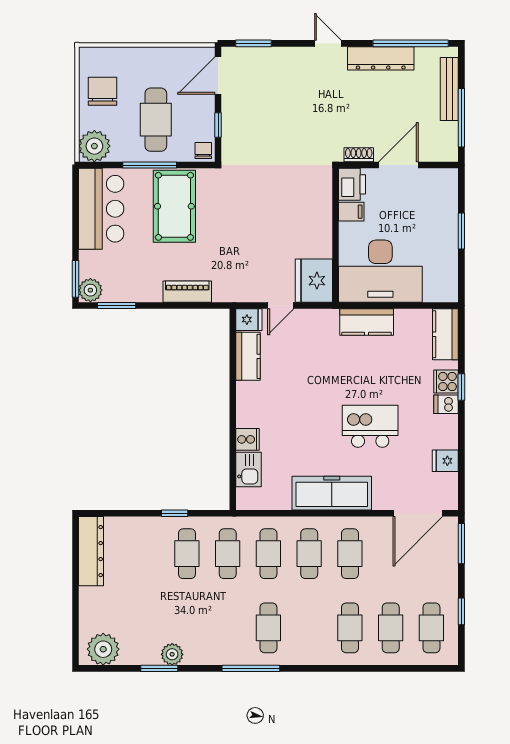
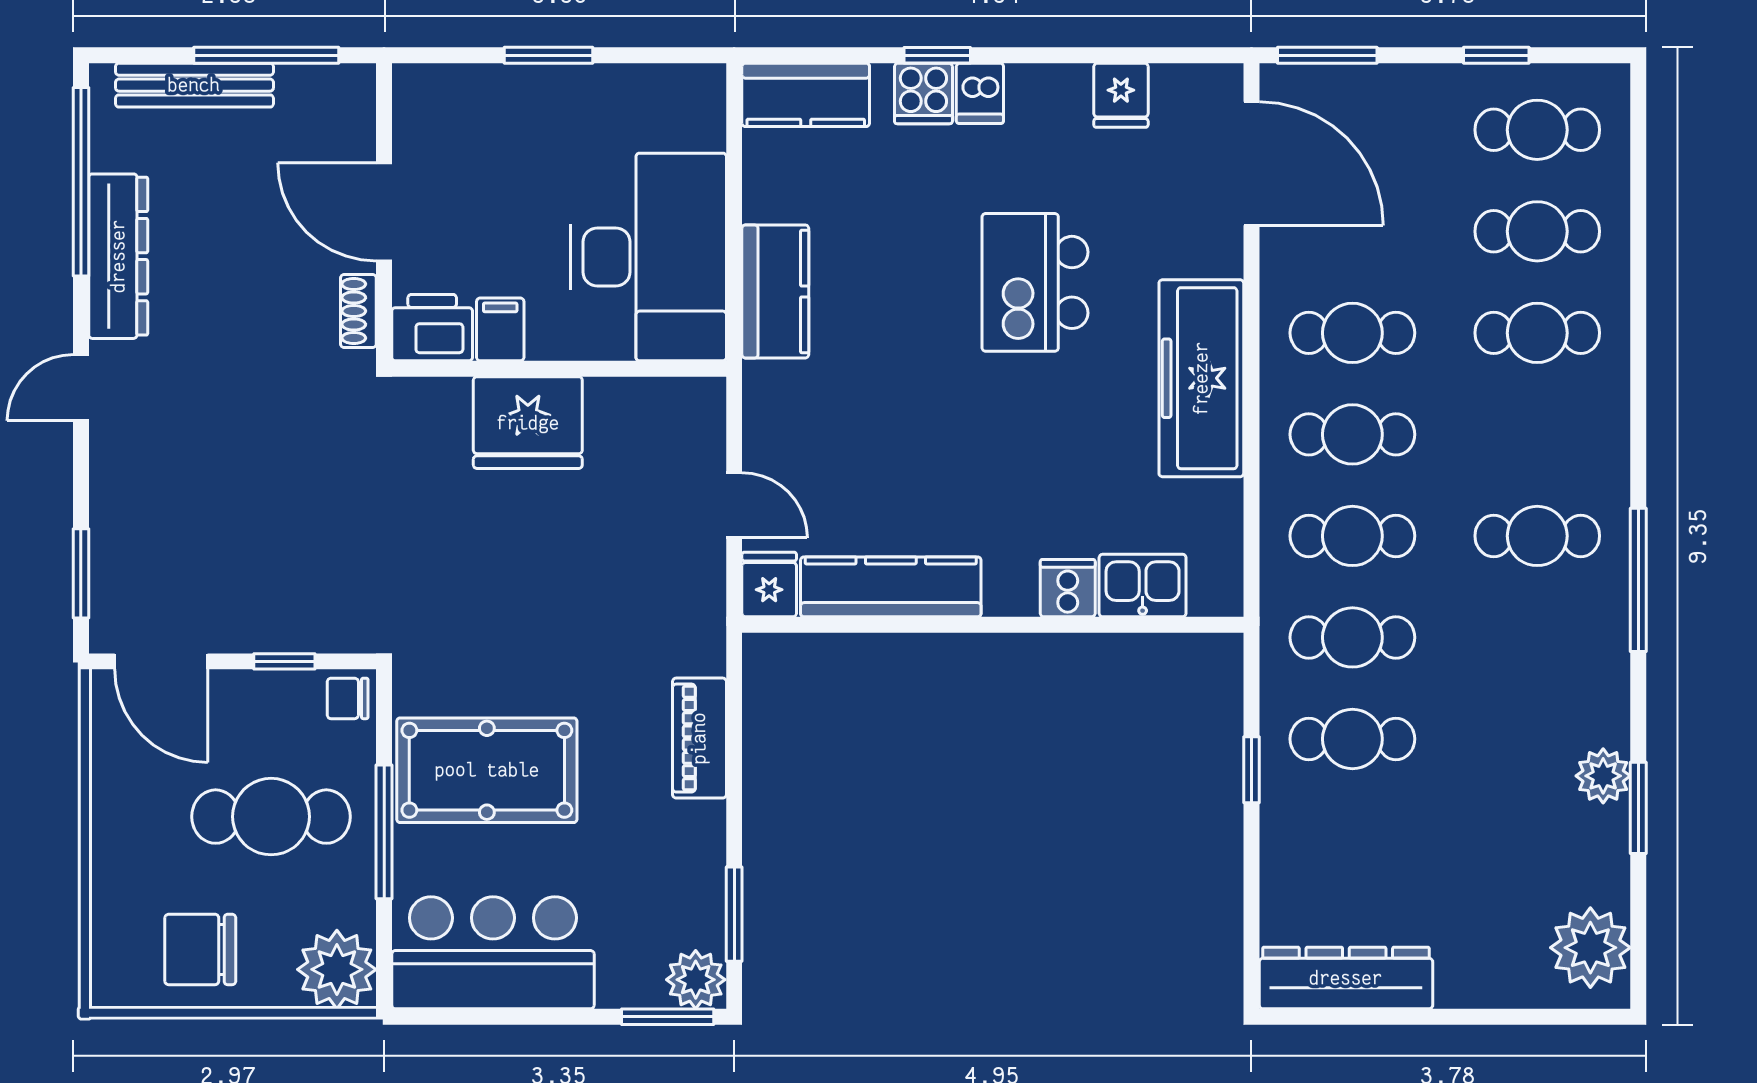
fridge: (314, 281) -> (528, 423), moved
kitchen counter: (248, 356) -> (891, 587), width x1.50

